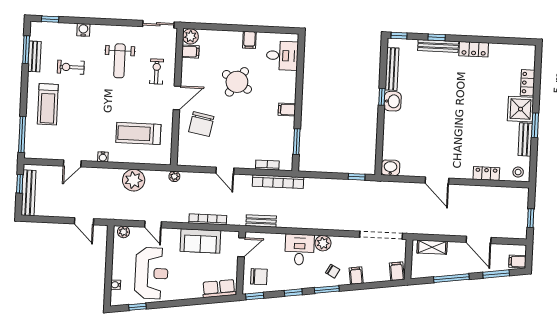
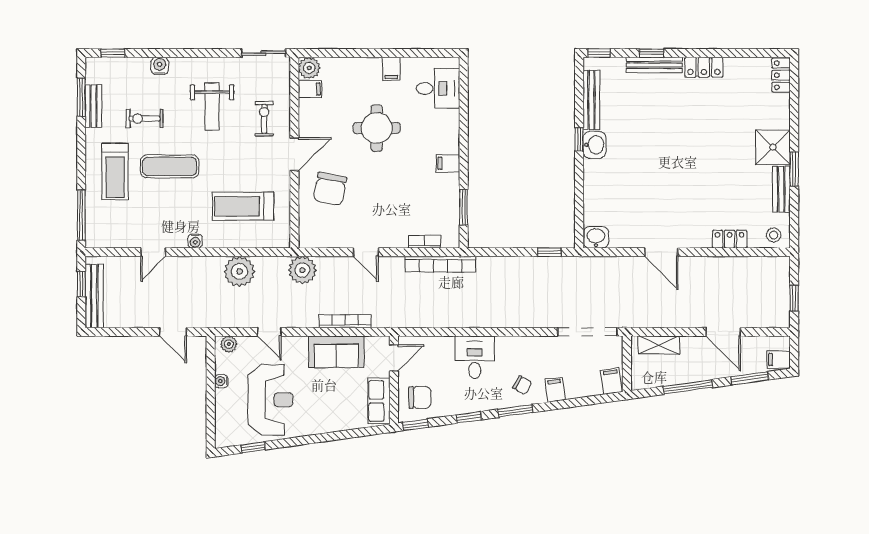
round table: (237, 82) -> (377, 128), turned -33
locker: (528, 83) -> (781, 75), moved
exercise mat: (87, 102) -> (170, 166), added
plant: (174, 176) -> (302, 270), width x1.88, depth x1.88
bench: (261, 221) -> (419, 320), removed
plant: (323, 243) -> (507, 347), removed
water cooler: (116, 285) -> (221, 381), moved
row of seats: (219, 289) -> (379, 401), moved, turned -82

